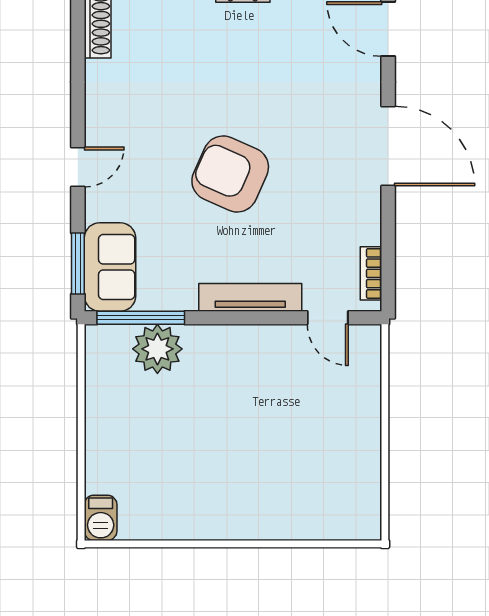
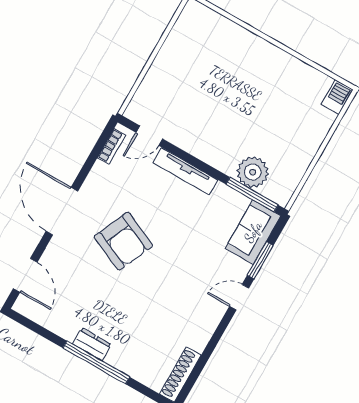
armchair: (230, 174) -> (123, 241), moved
window: (78, 263) -> (260, 260), moved
door: (328, 318) -> (149, 136), swing flipped

